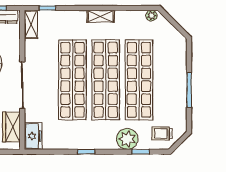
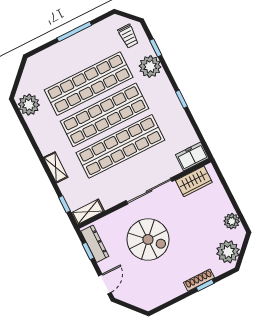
shelving: (101, 16) -> (56, 167), moved
plant: (151, 16) -> (29, 105), width x1.88, depth x1.88

